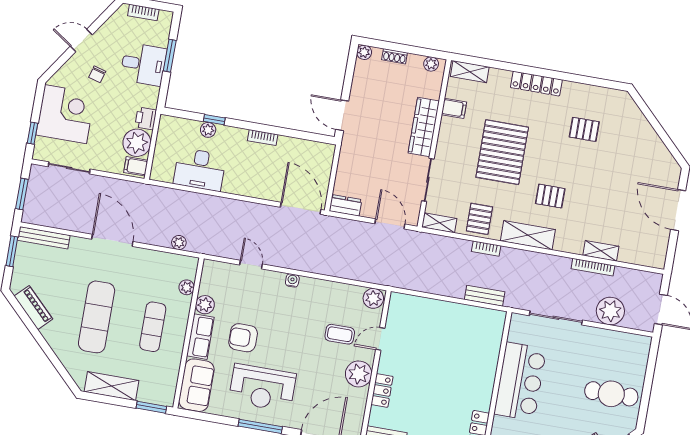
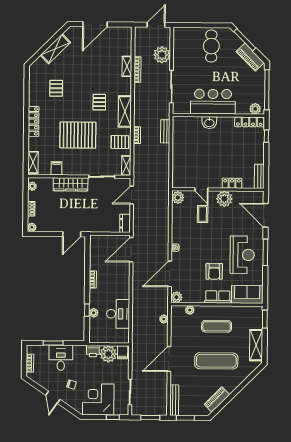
shelving: (649, 139) -> (55, 49), added
door: (251, 265) -> (170, 274), width x1.87
plant: (205, 305) -> (176, 297), moved
washbasin: (487, 370) -> (209, 123), added

